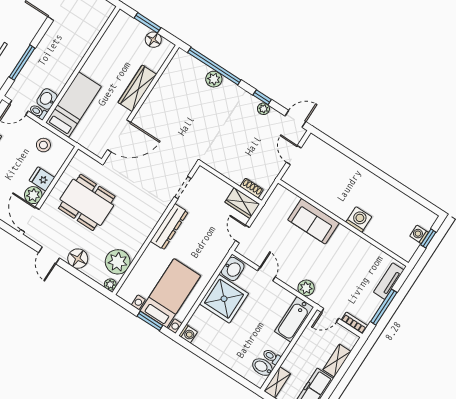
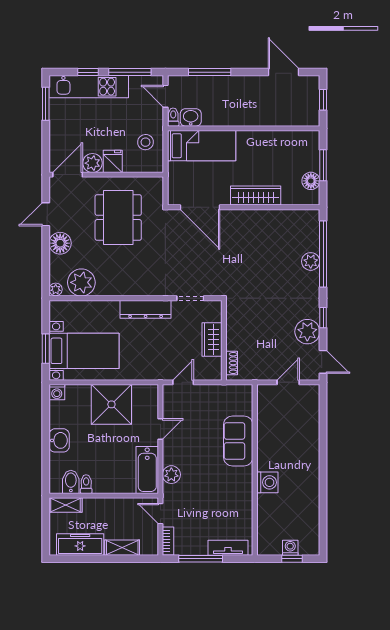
plant: (263, 109) -> (307, 332), width x1.87, depth x1.87
wardrobe: (242, 203) -> (212, 340), moved
washbasin: (233, 269) -> (59, 440), moved, turned -90
bathtub: (294, 319) -> (147, 470), moved, turned -90

